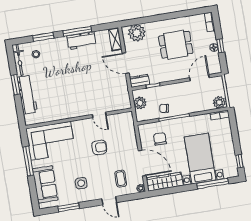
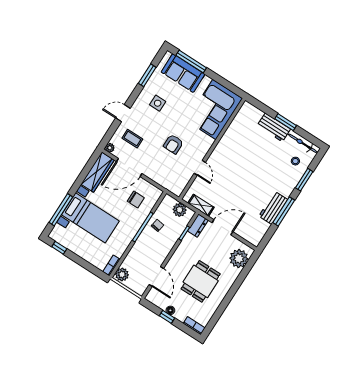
shelving: (115, 39) -> (201, 205), moved
workbench: (27, 95) -> (274, 127), width x0.73
door: (99, 115) -> (200, 168), swing flipped
window: (28, 161) -> (191, 62), moved

